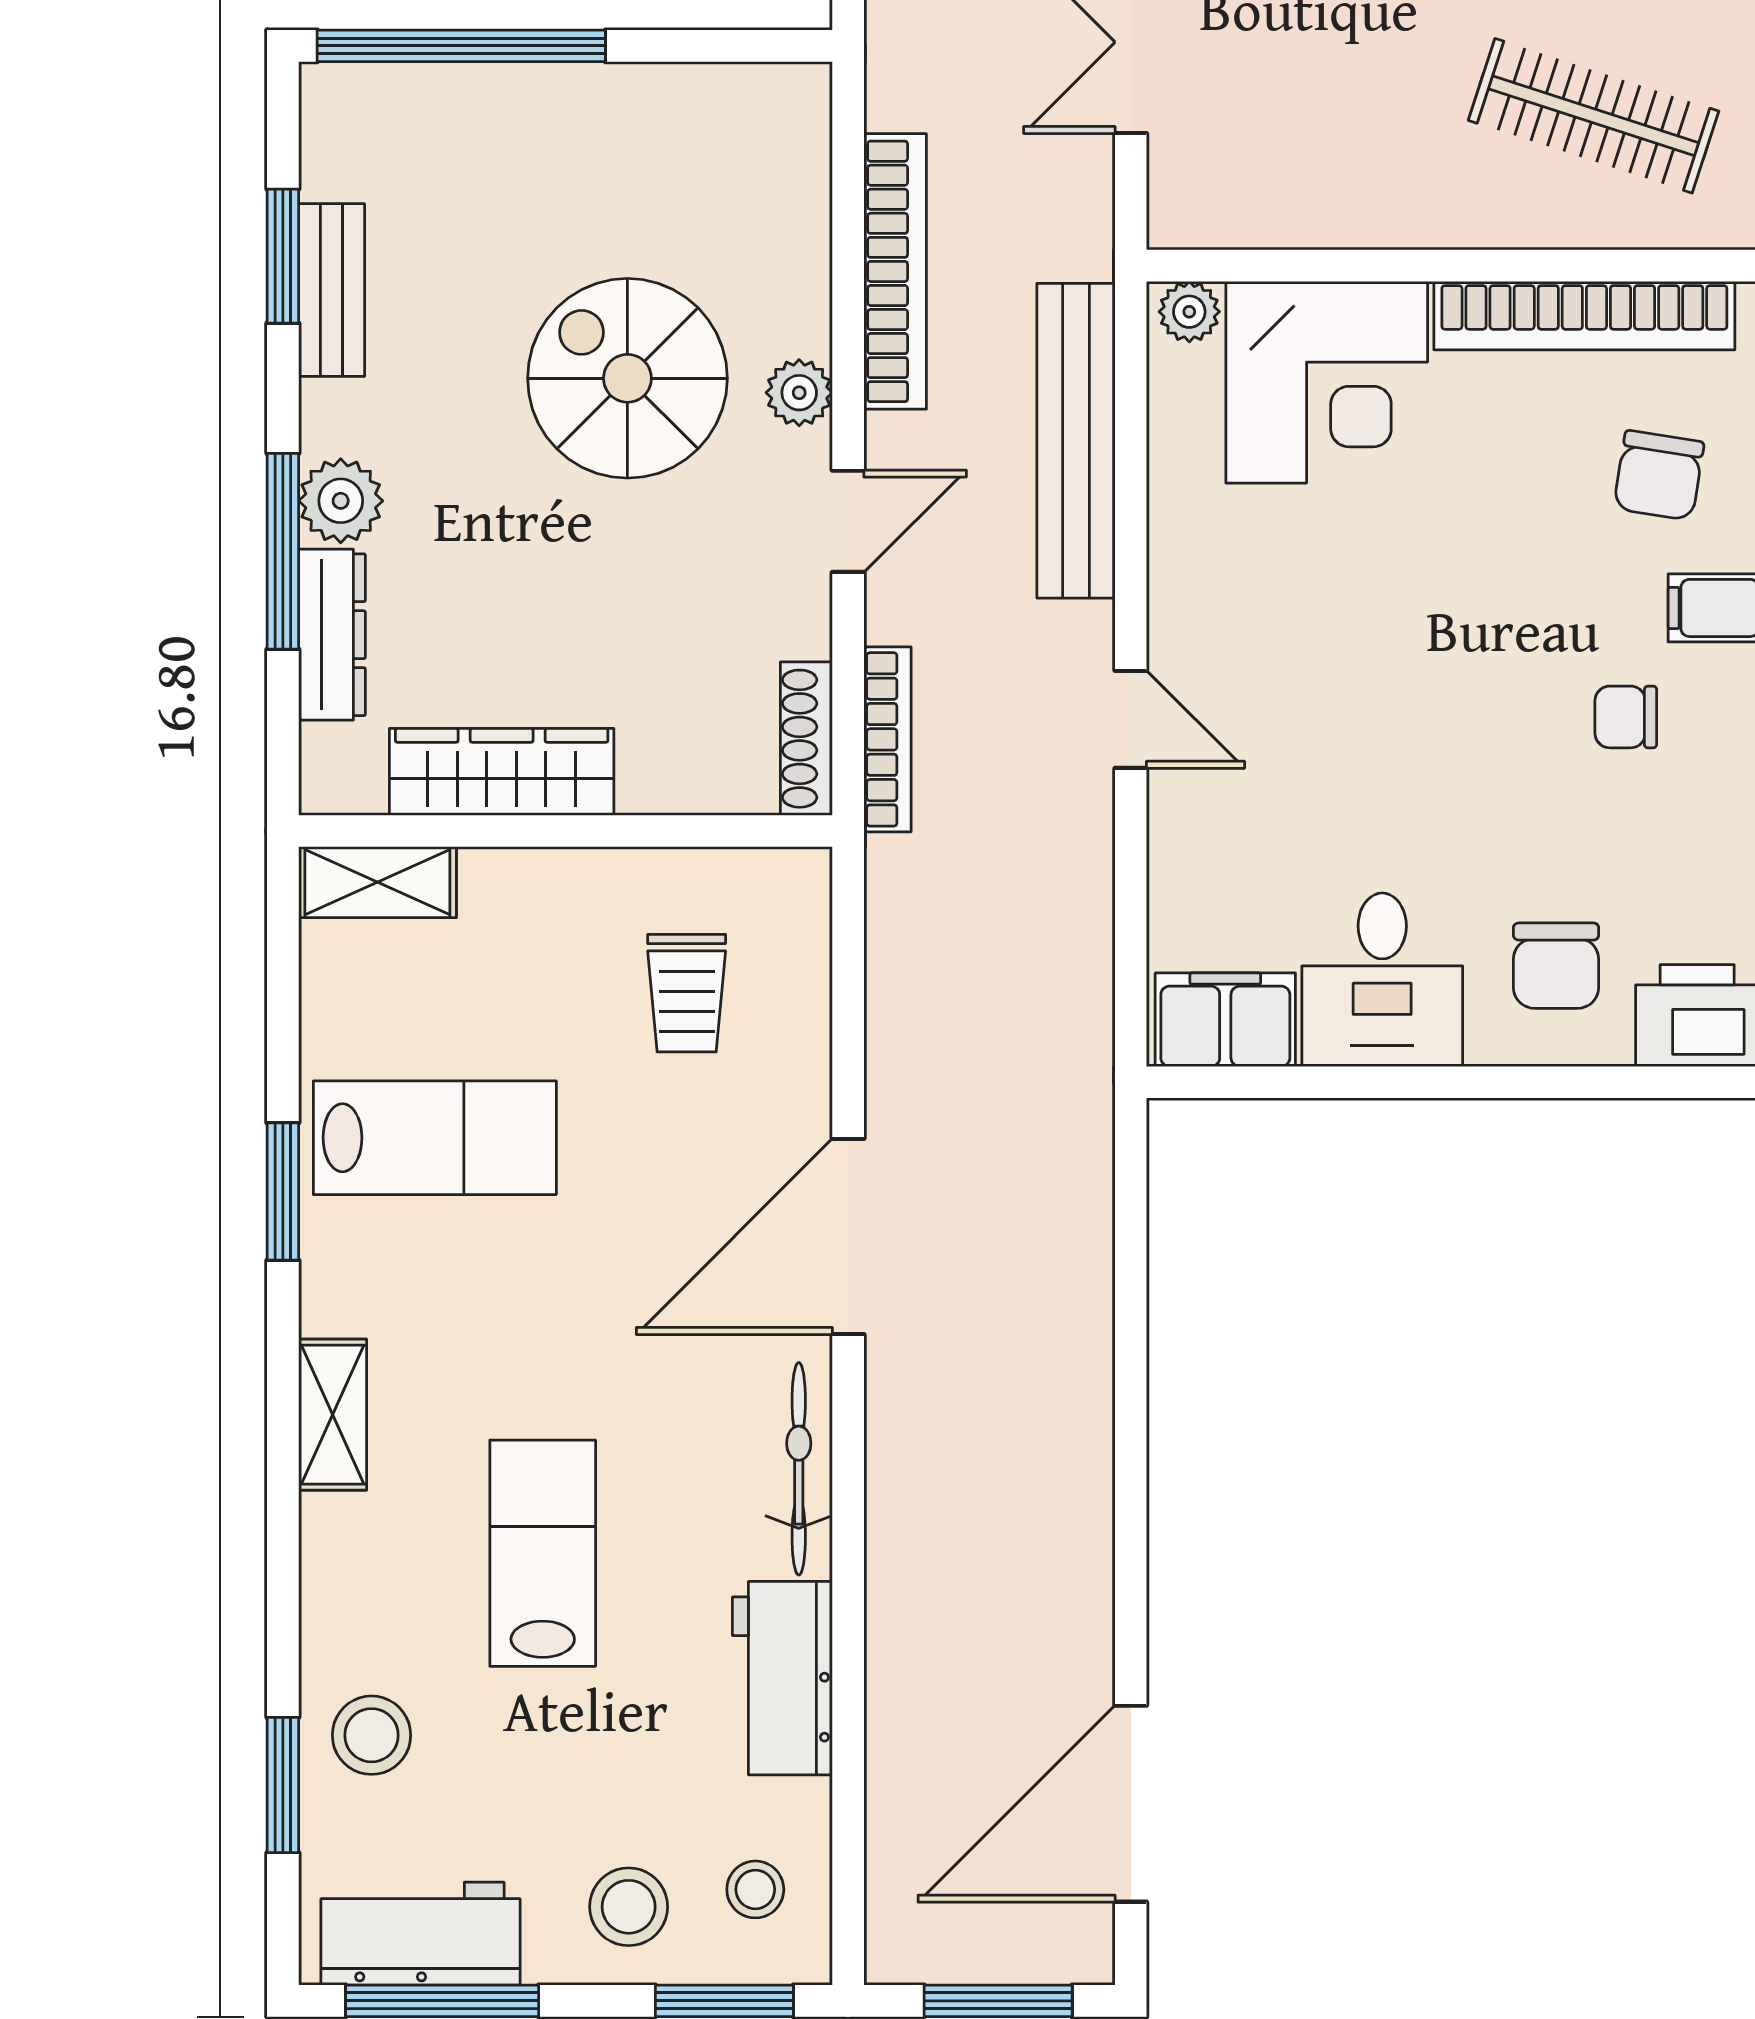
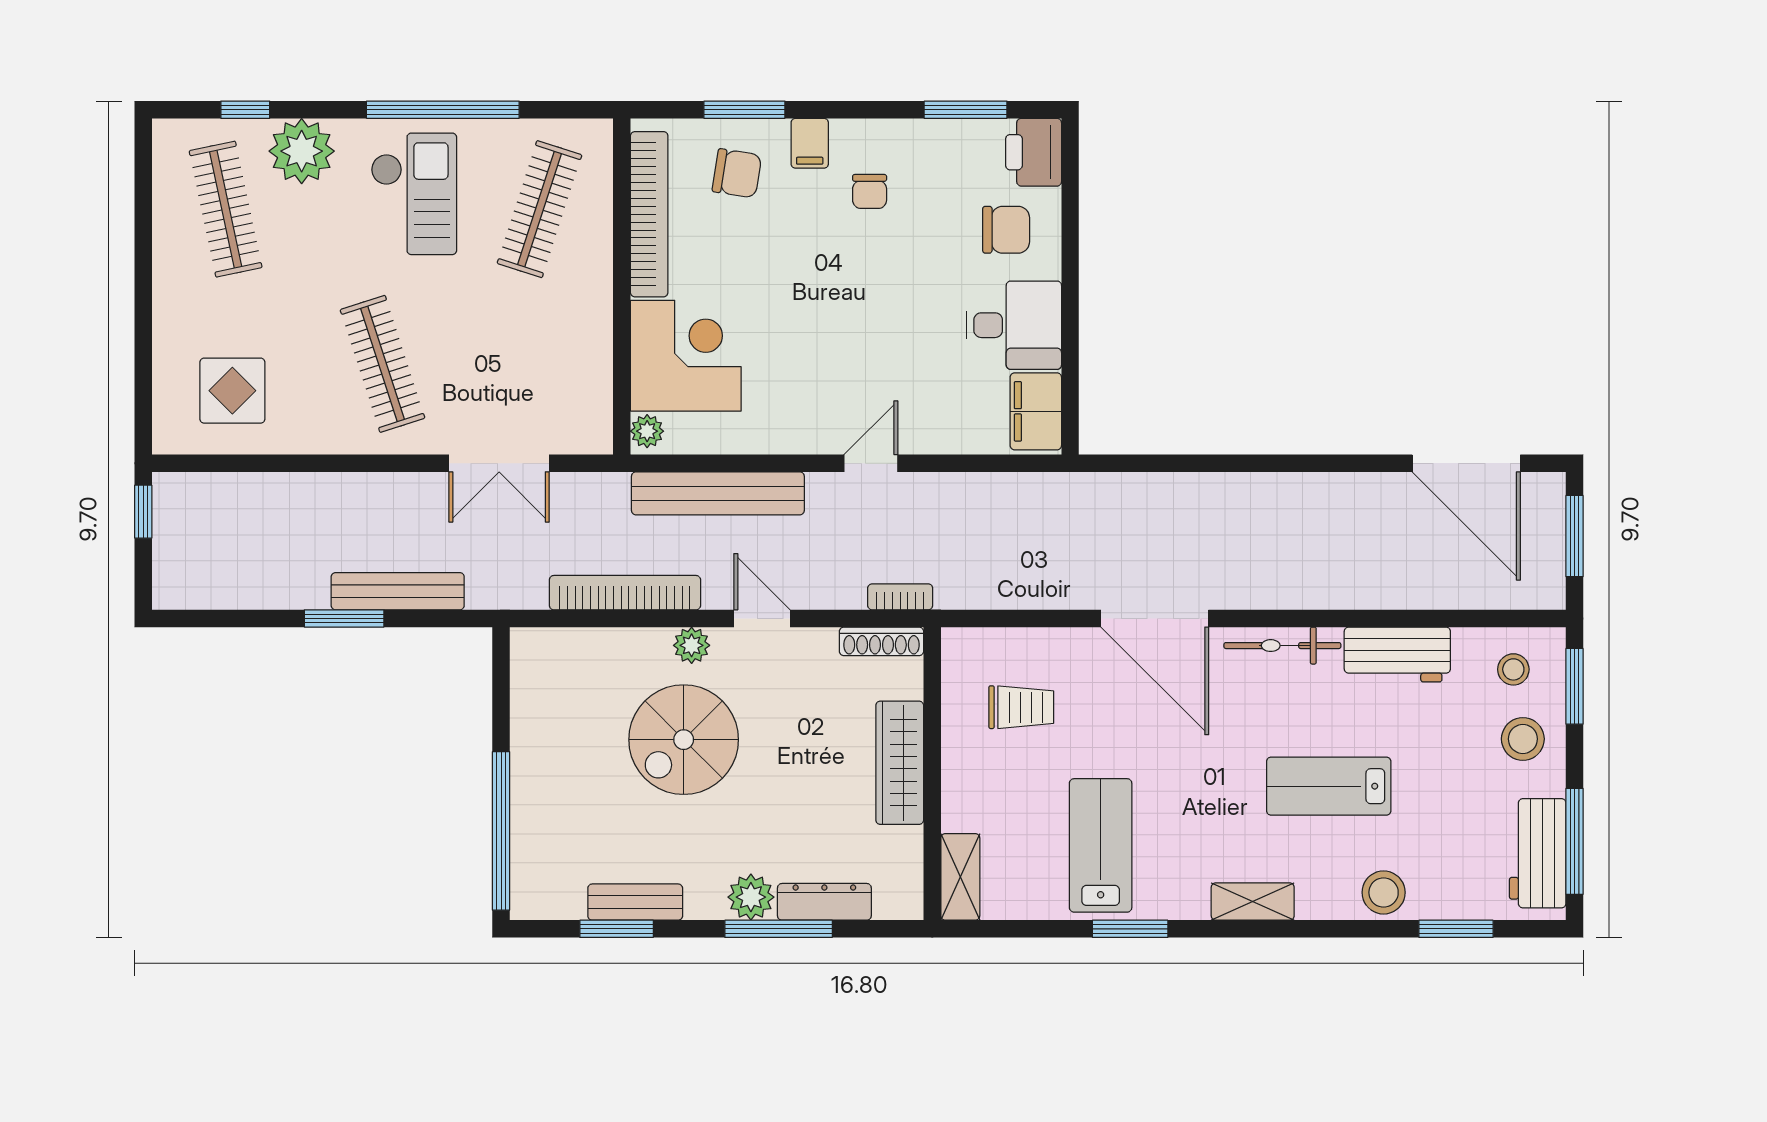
bookcase: (888, 739) -> (900, 597), width x0.64
wardrobe: (502, 772) -> (900, 763), moved
stool: (372, 1735) -> (1384, 892), moved

